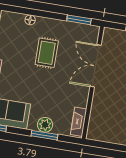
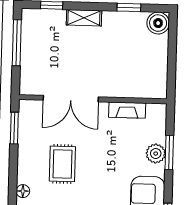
rug: (47, 53) -> (62, 164), turned 90
fireplace: (79, 122) -> (127, 110), moved

